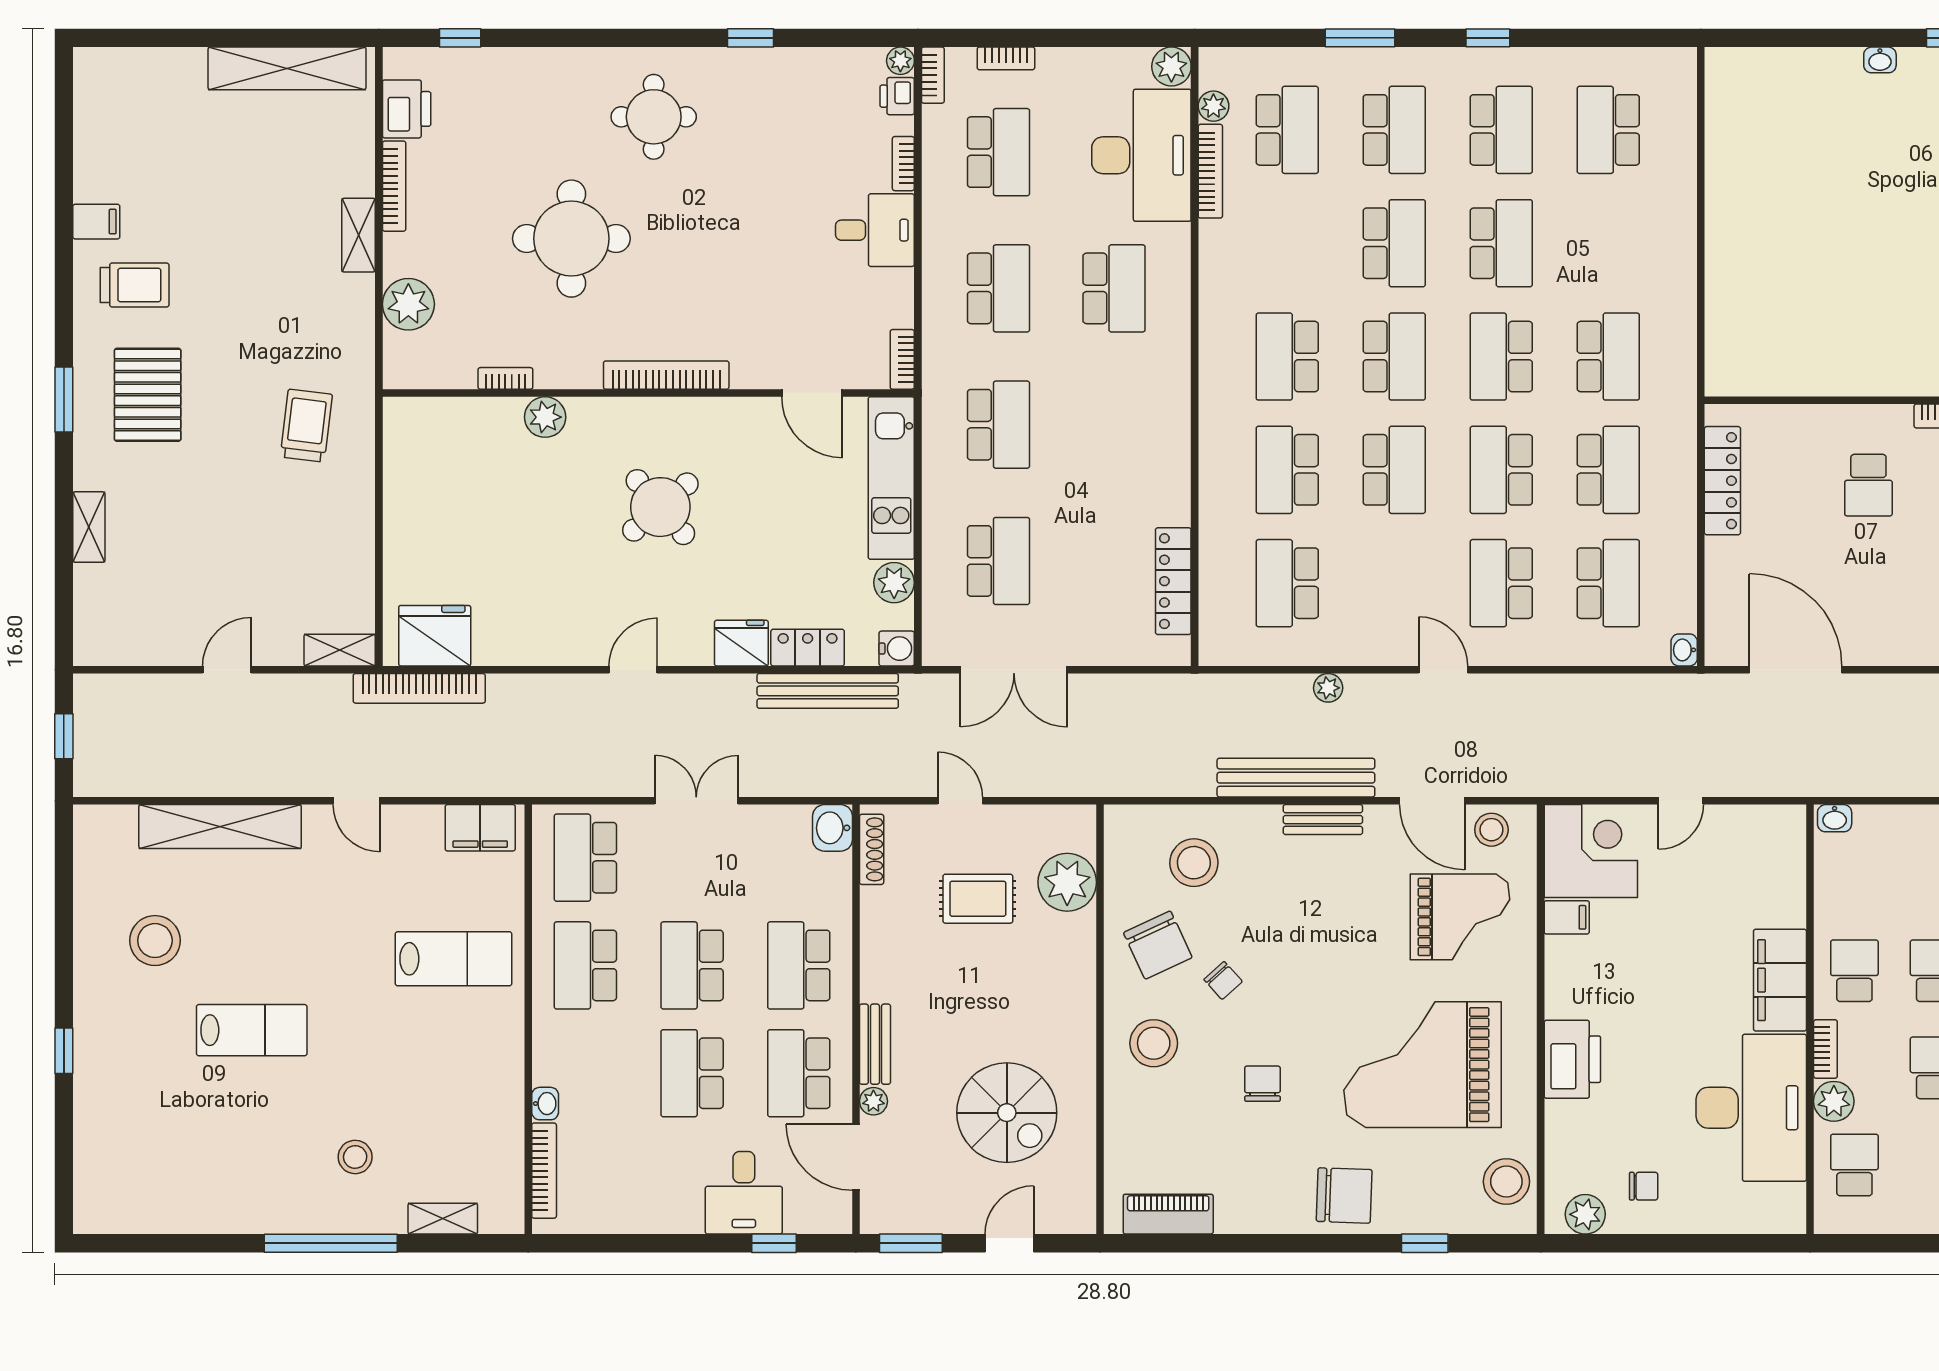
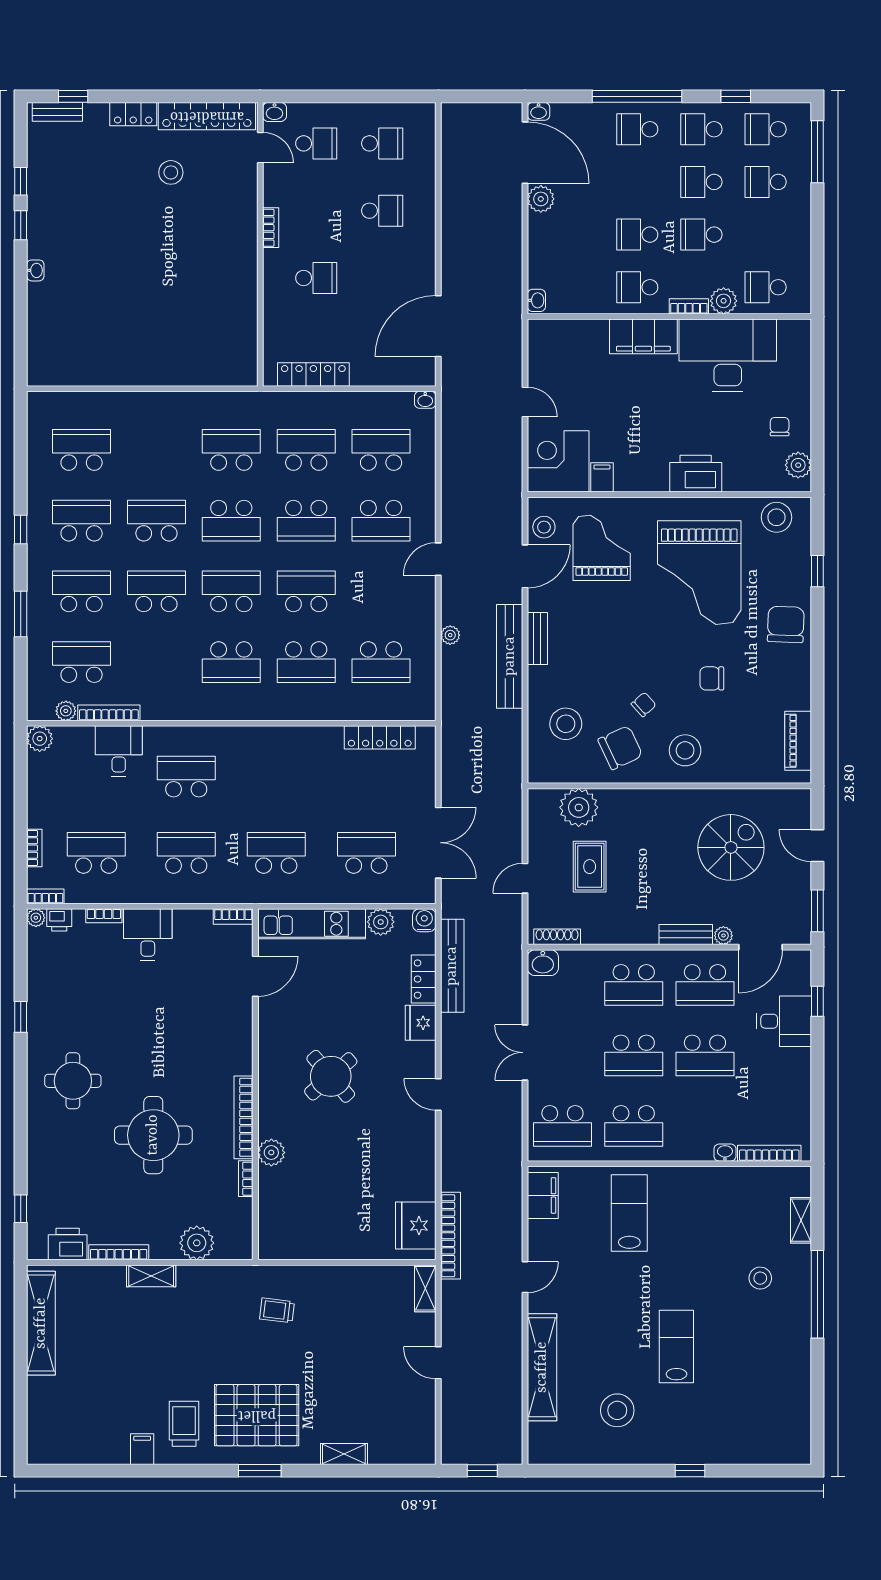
school desk: (1608, 130) -> (82, 450), turned 180
desk: (1141, 155) -> (119, 751), width x0.53, depth x0.77
bookcase: (666, 375) -> (244, 1117), moved
pallet: (148, 395) -> (257, 1415), width x1.37, depth x1.41
trolley: (306, 426) -> (277, 1310), width x0.73, depth x0.72

